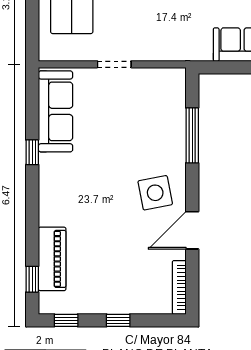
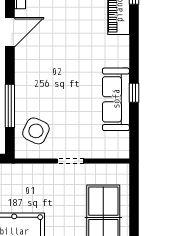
sofa: (56, 111) -> (116, 99), moved
side table: (155, 193) -> (36, 131), moved, turned 36

